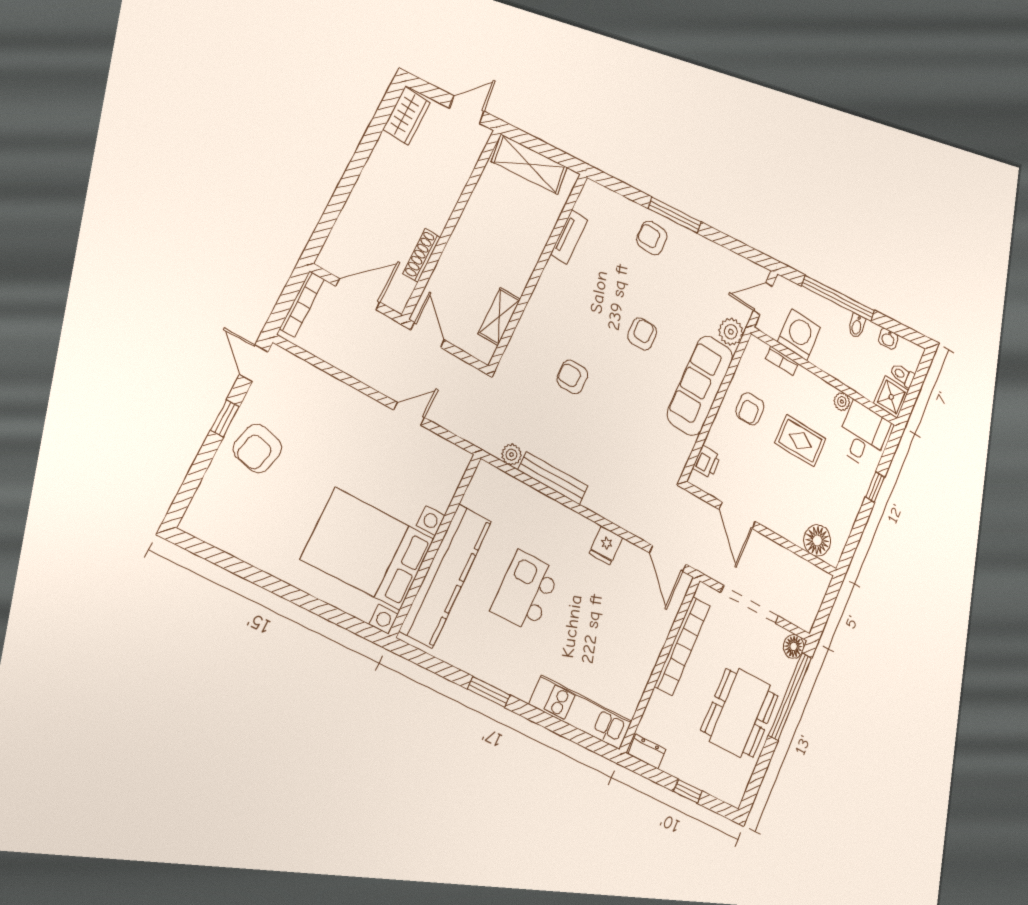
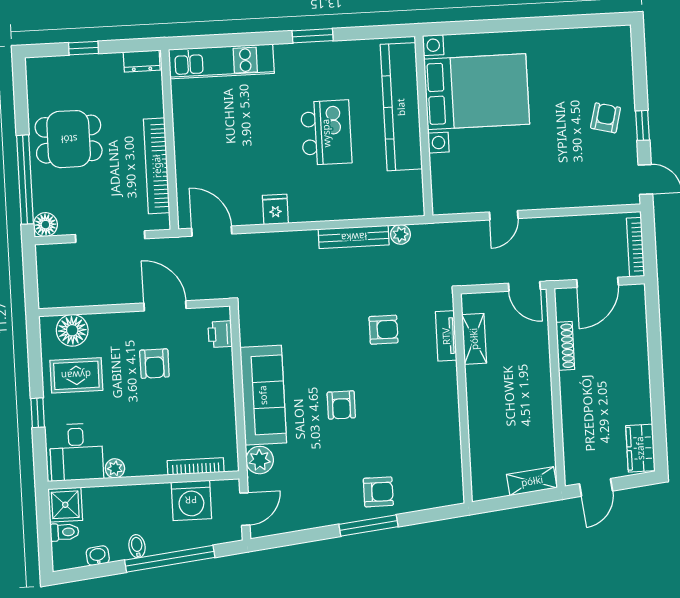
shelving: (530, 165) -> (532, 481), width x0.67, depth x0.75
tv unit: (569, 237) -> (446, 336), moved
bookcase: (782, 361) -> (196, 466), width x1.56
armchair: (750, 409) -> (154, 364), moved, turned 180
rug: (800, 441) -> (76, 375), moved
armchair: (258, 448) -> (606, 118), width x0.72, depth x0.72
dining table: (740, 713) -> (69, 139), width x0.73

